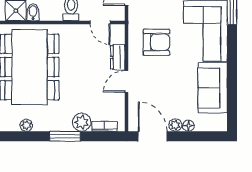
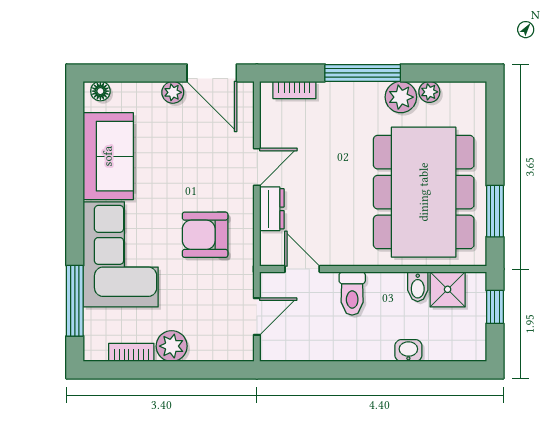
plant: (82, 122) -> (401, 97), moved
floor lamp: (189, 126) -> (100, 91), moved
window: (65, 136) -> (363, 73), width x1.44

